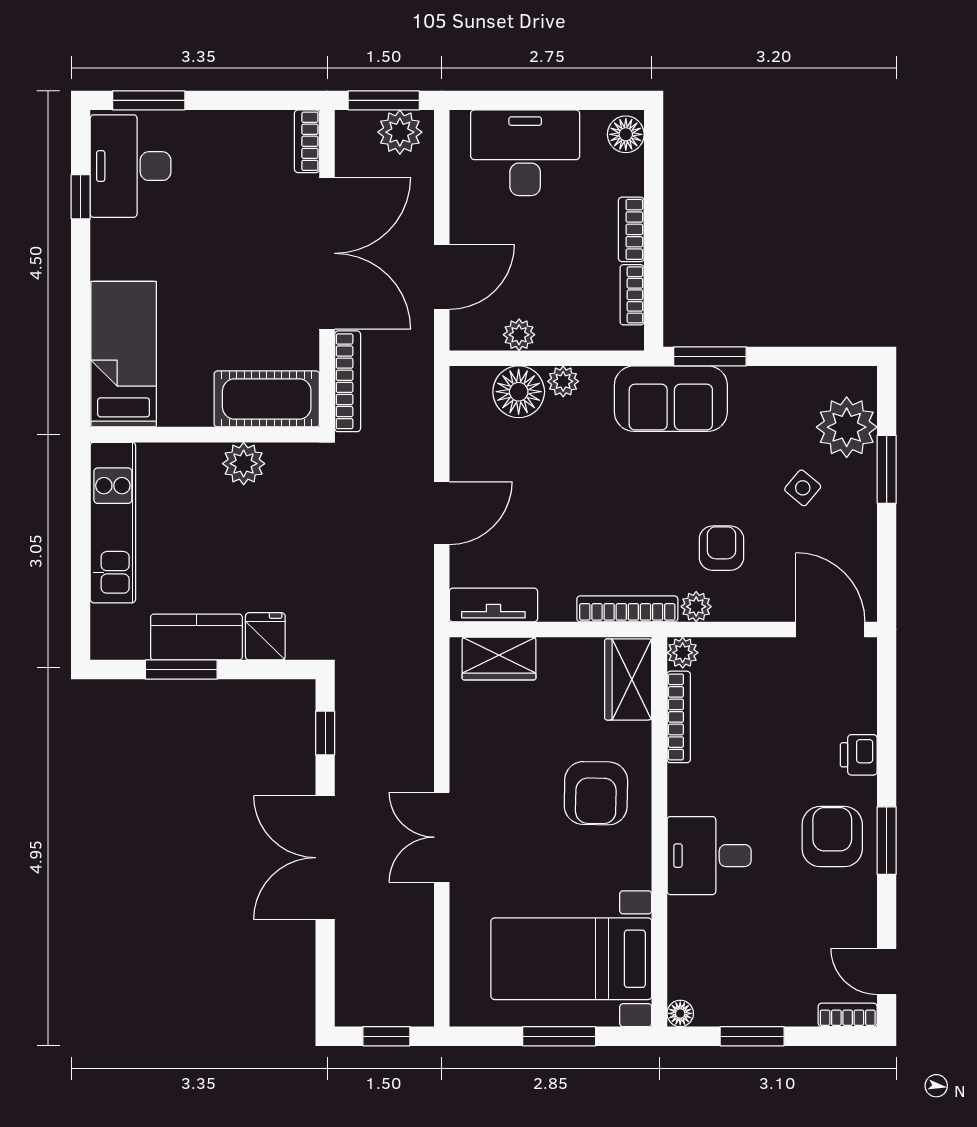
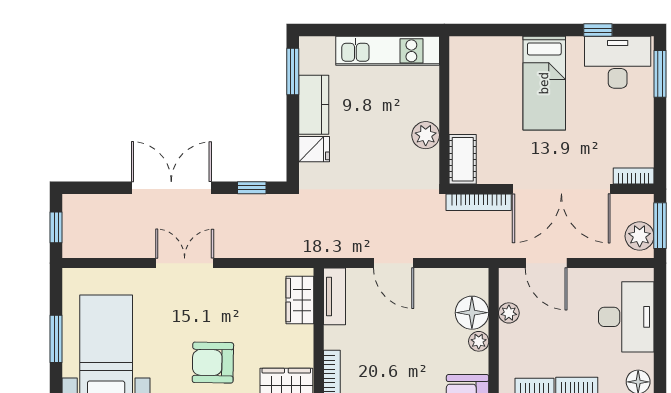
bed: (124, 354) -> (544, 83), moved, turned 90
cot: (267, 399) -> (463, 159), width x0.73, depth x0.75
window: (181, 670) -> (293, 72), moved

